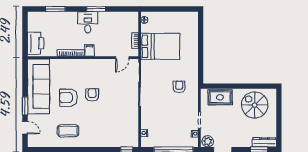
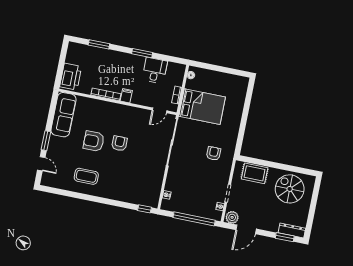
desk: (88, 22) -> (155, 70), moved
sofa: (38, 86) -> (63, 115), width x0.74, depth x0.79

